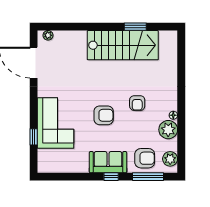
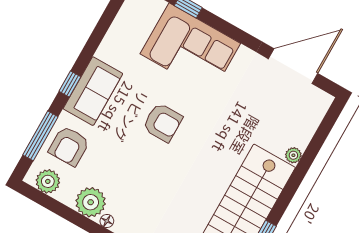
plant: (48, 35) -> (293, 155), moved
armchair: (137, 103) -> (153, 180), removed
armchair: (104, 115) -> (163, 122), turned -90

